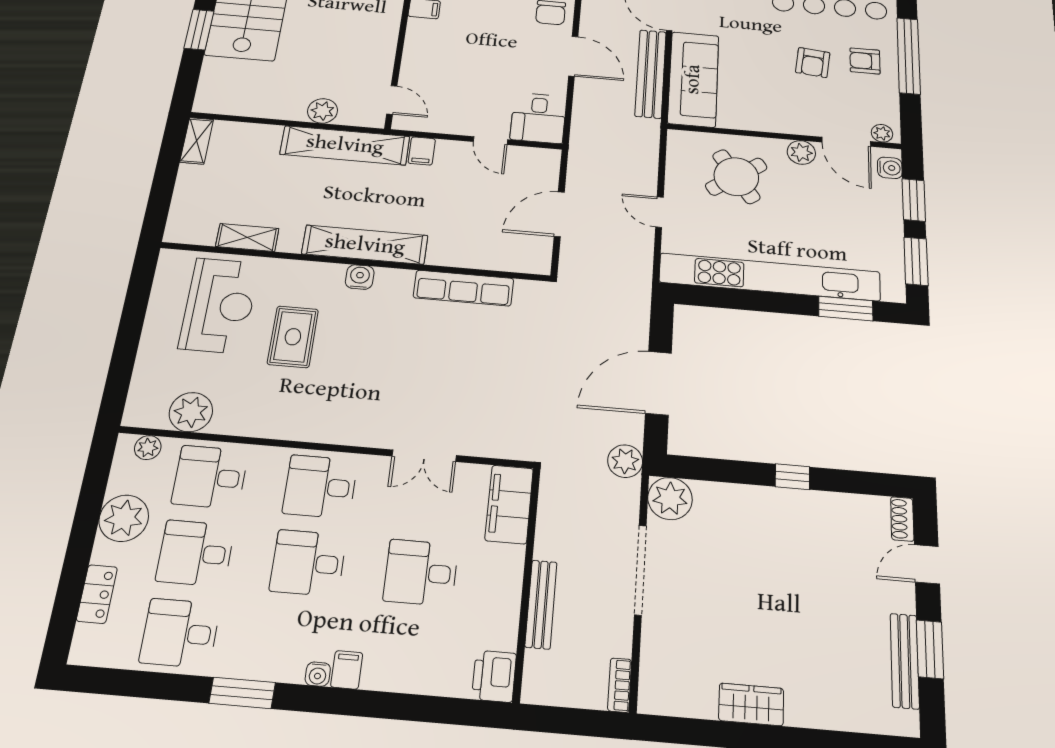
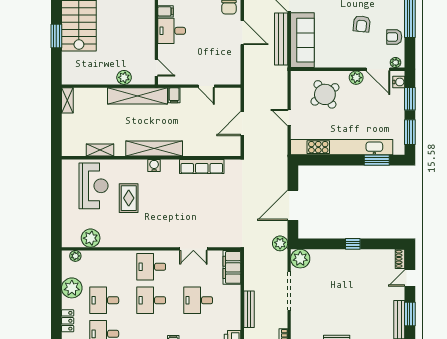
armchair: (865, 61) -> (394, 37), moved
desk: (538, 118) -> (172, 31), moved, turned 90
desk: (210, 477) -> (104, 267), removed

